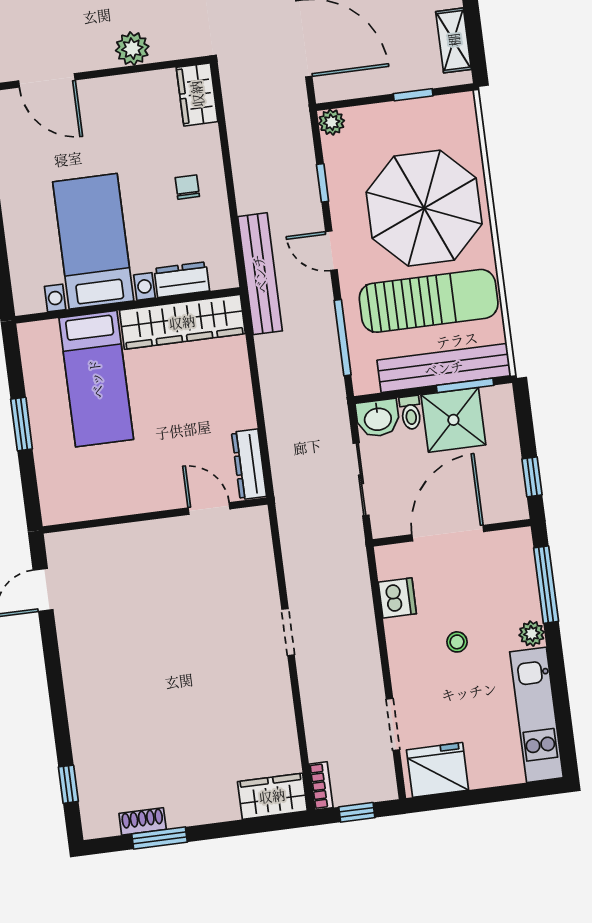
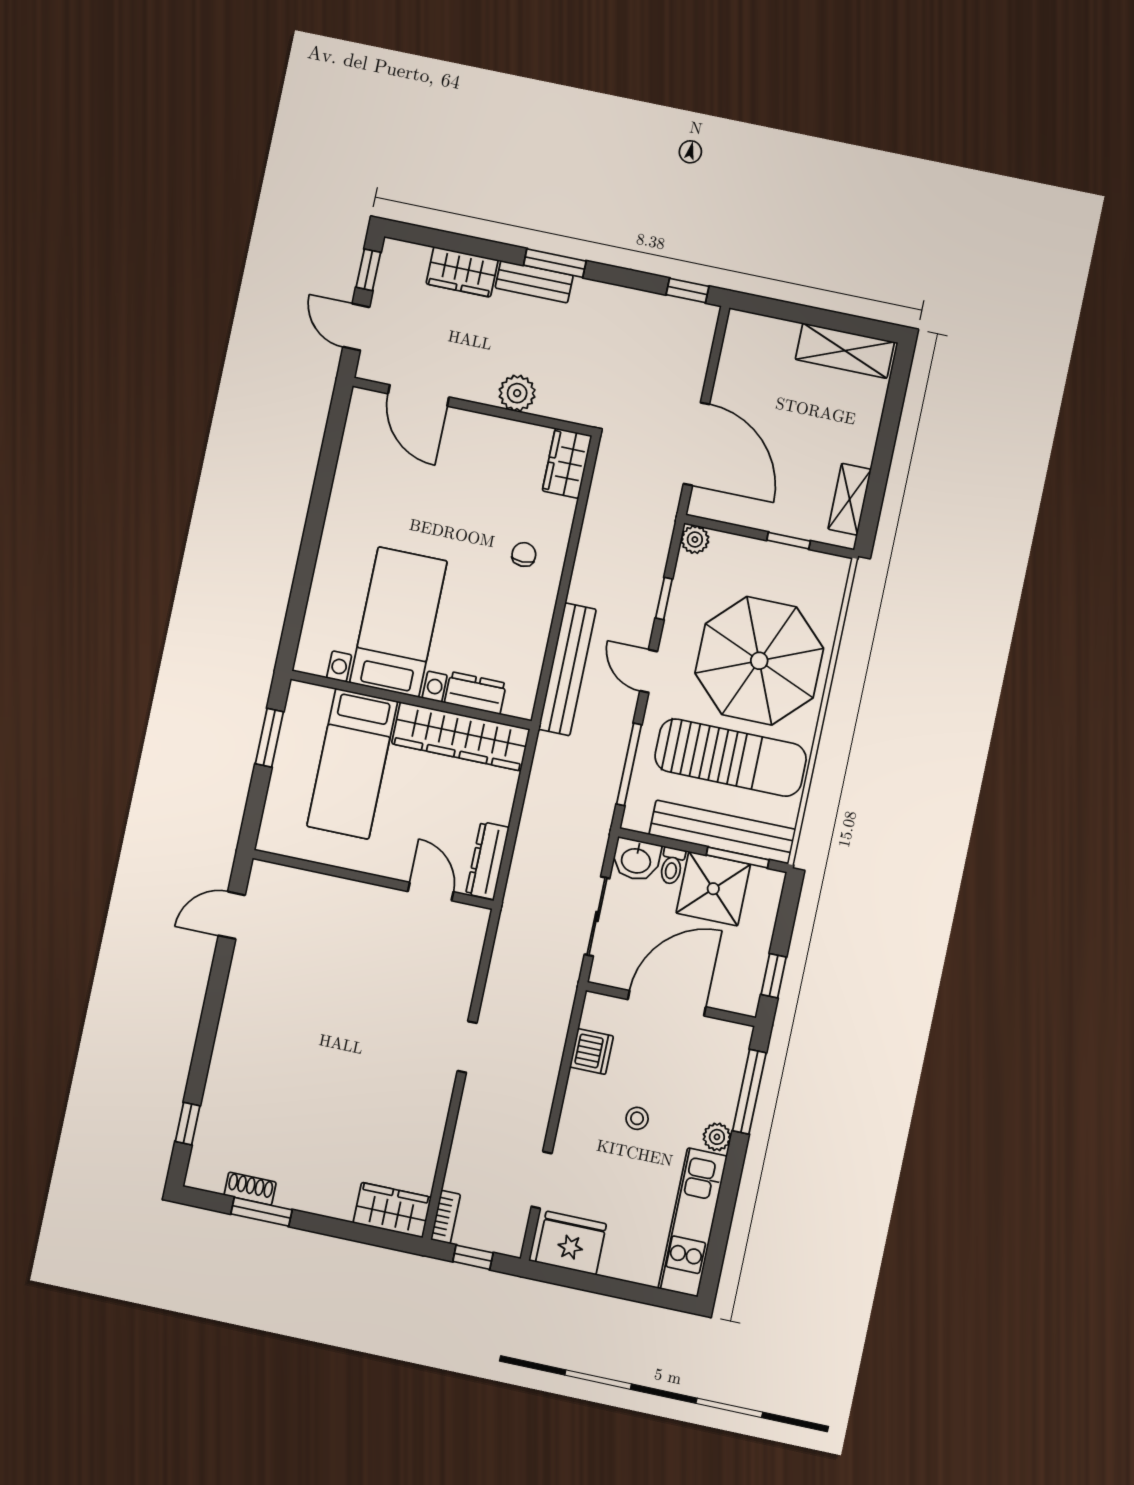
bed with nightstands: (93, 241) -> (398, 622), moved
dresser: (182, 280) -> (475, 693), moved
wall: (128, 305) -> (411, 700), moved
wardrobe: (182, 322) -> (461, 736), moved
bed: (96, 379) -> (352, 764), moved

